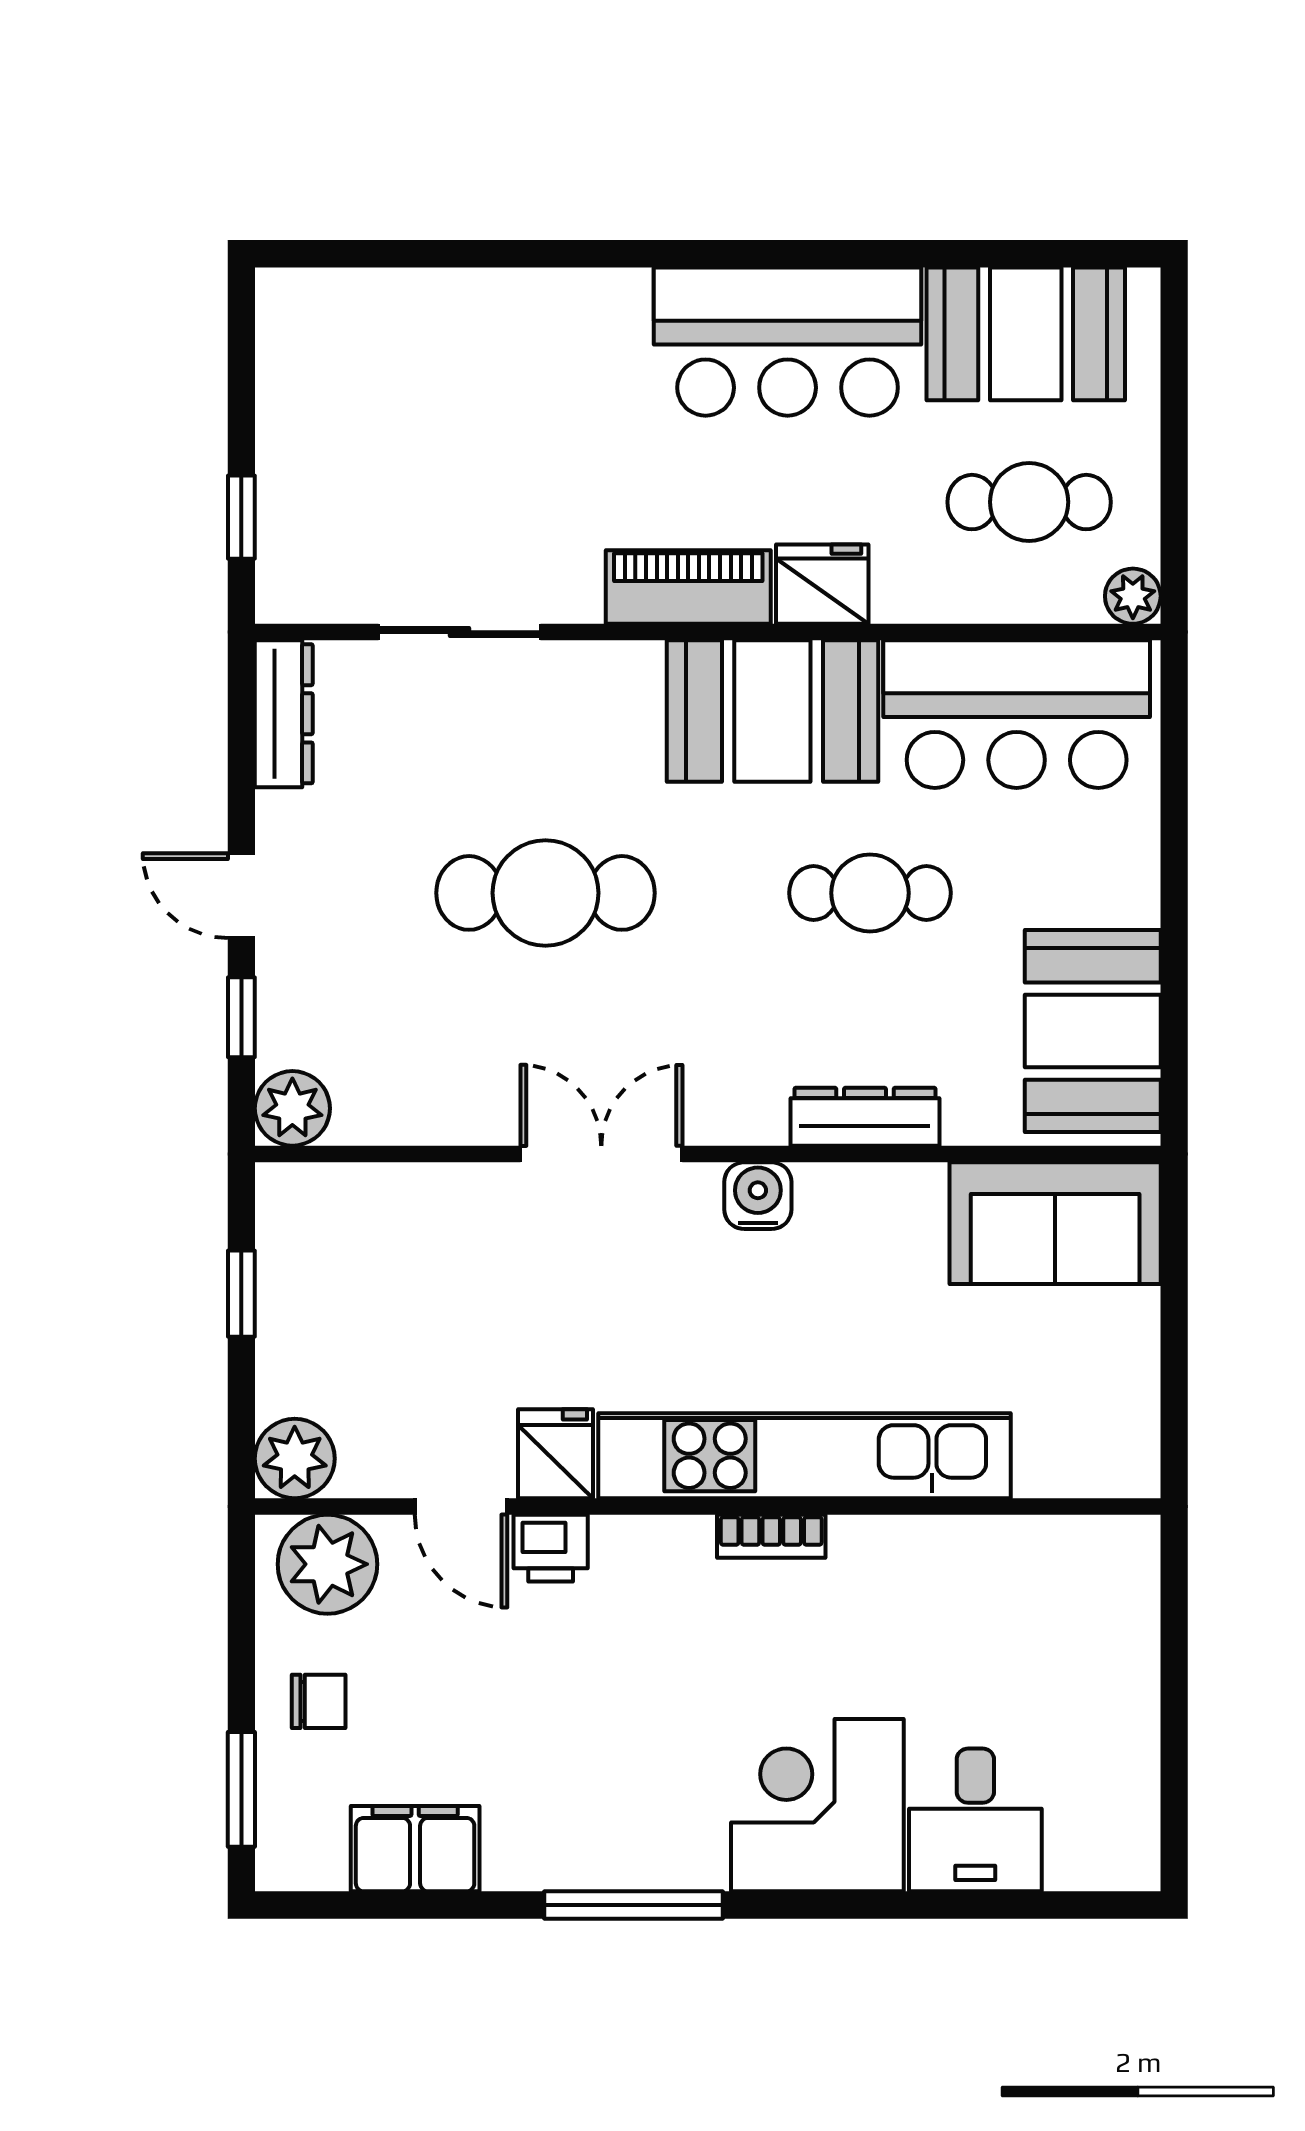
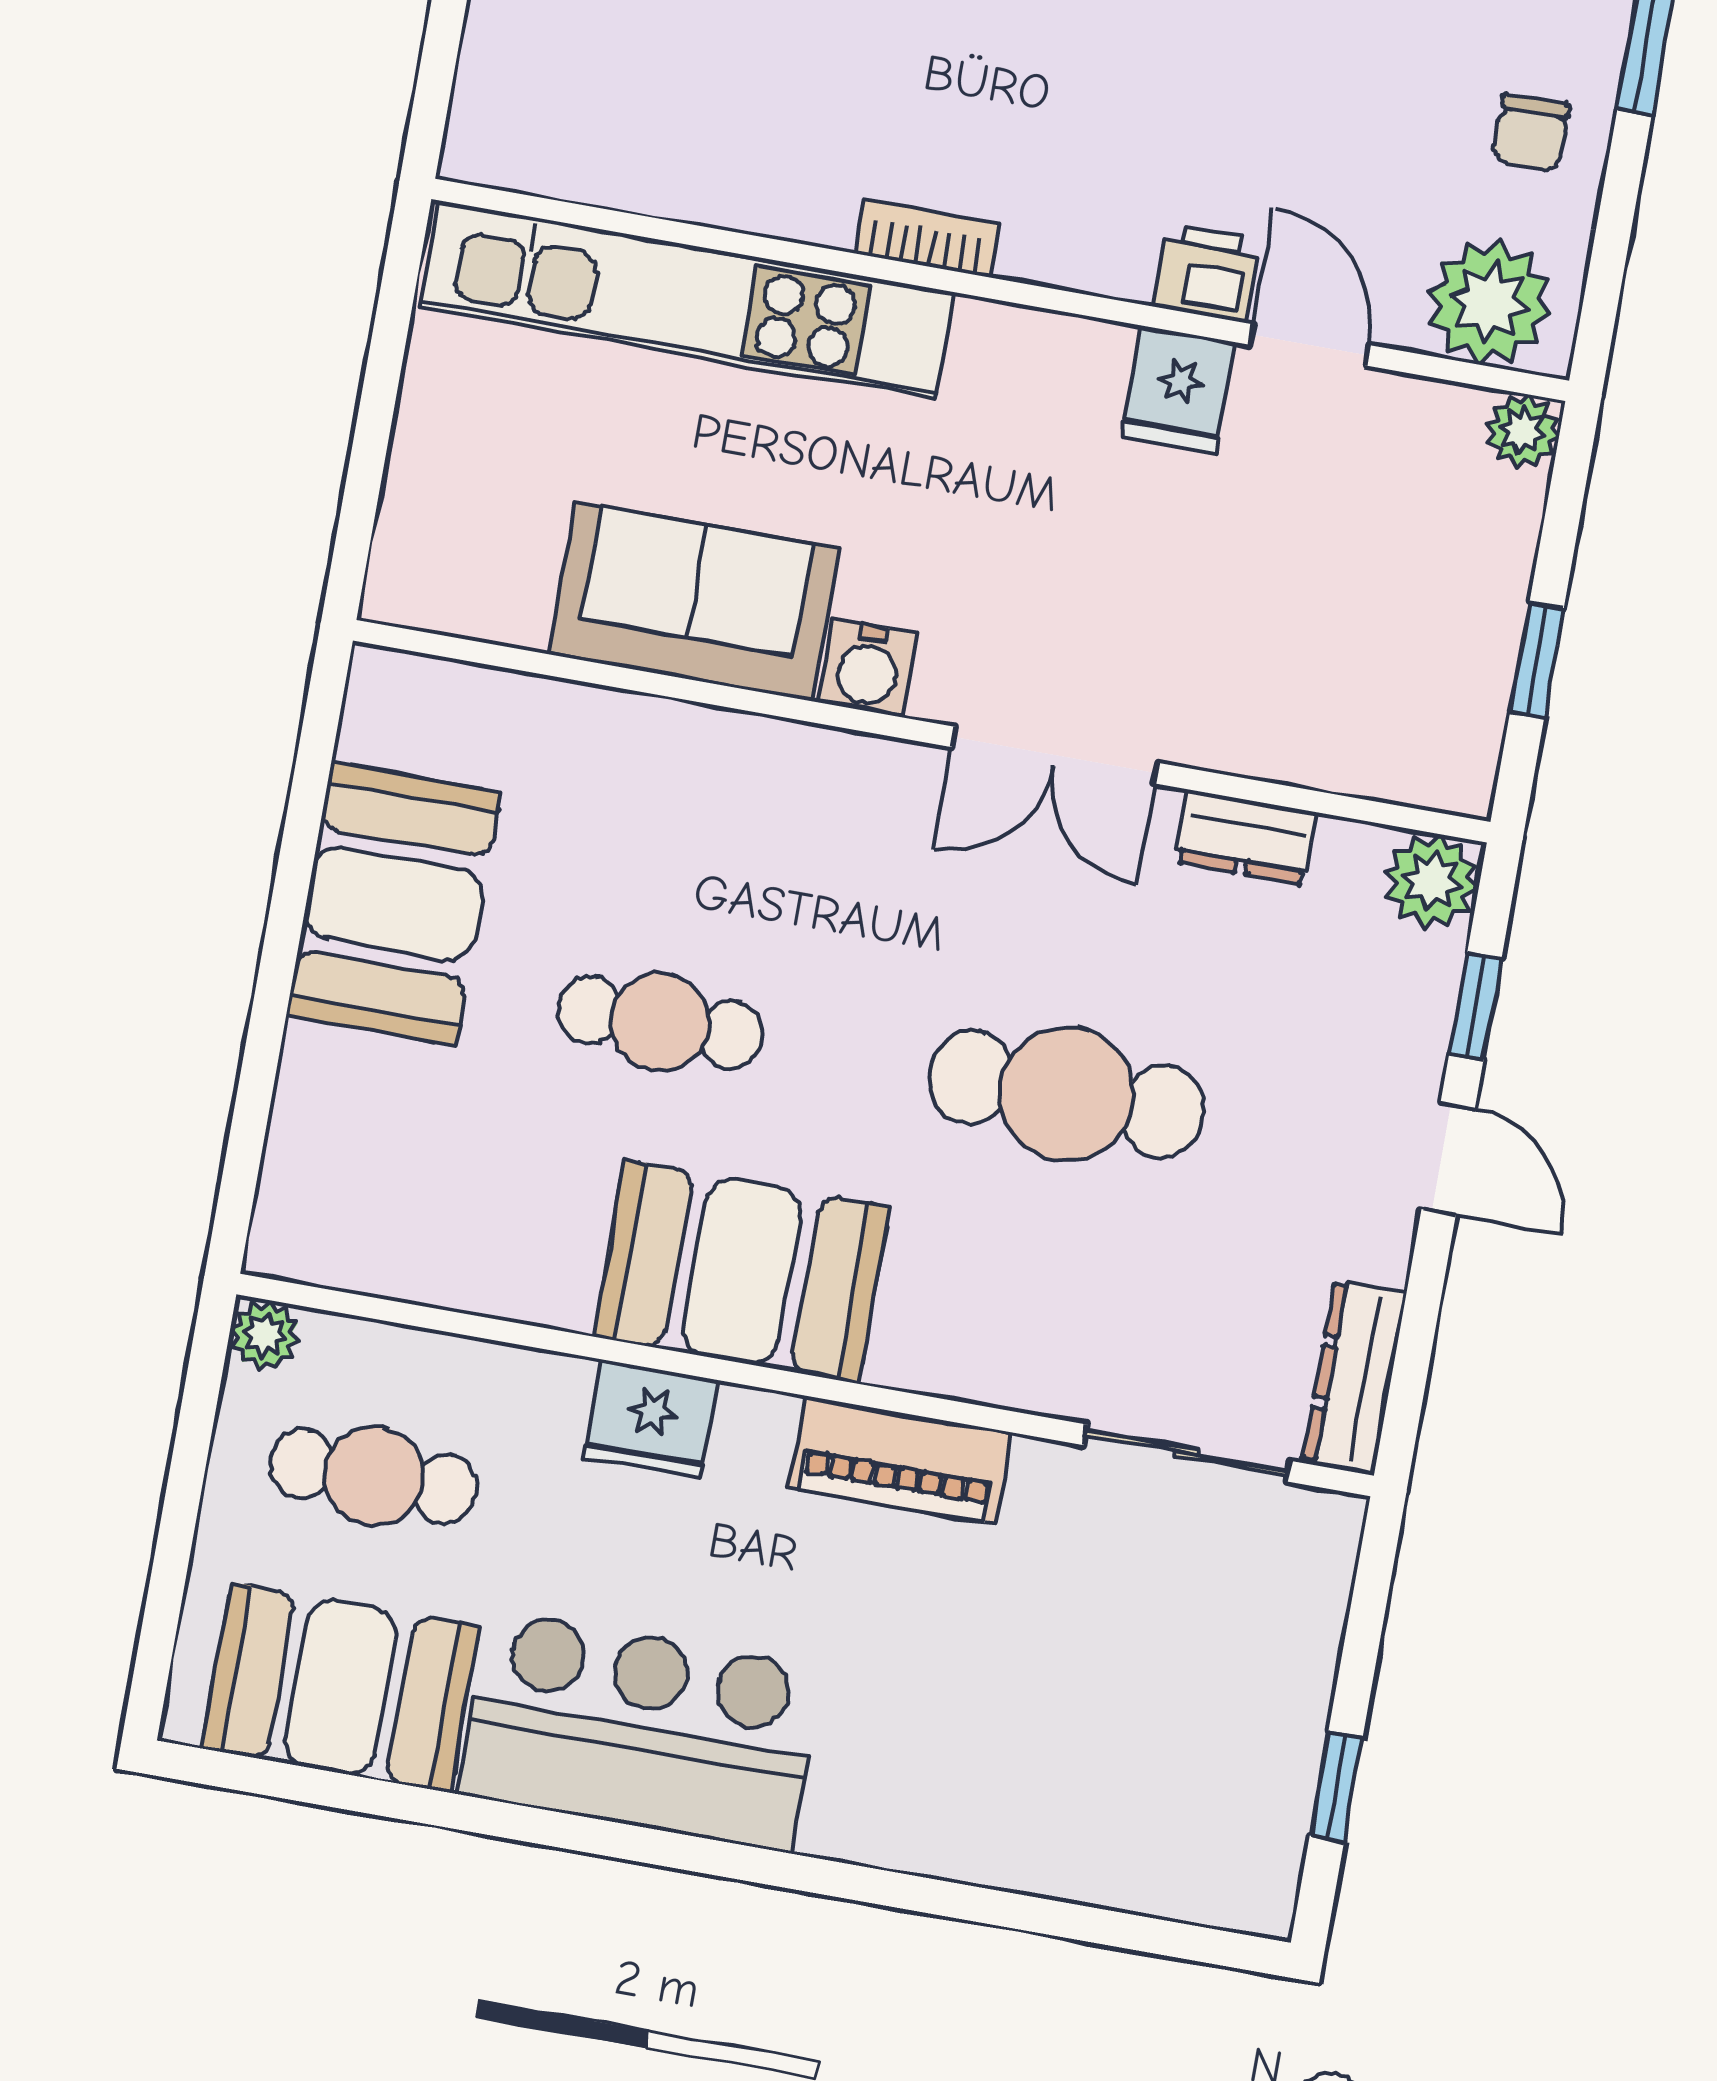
window: (241, 517) -> (1336, 1787), moved
piano: (688, 587) -> (900, 1460), moved
sliding door: (460, 632) -> (1187, 1453), moved
bar counter: (1017, 714) -> (437, 1213), removed
booth: (1093, 1031) -> (393, 904), moved
dresser: (865, 1117) -> (1246, 837), moved, width x0.70
sofa: (1055, 1223) -> (693, 601), moved
kitchen unit: (805, 1456) -> (687, 300), moved
plant: (295, 1459) -> (1523, 431), width x0.73, depth x0.73
chair: (319, 1701) -> (1531, 132), turned -90

